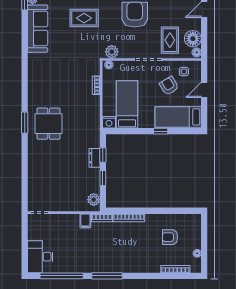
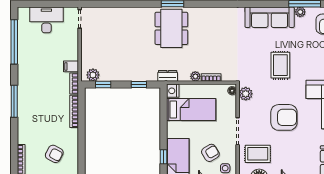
plant: (95, 100) -> (195, 76), added
dining table: (48, 124) -> (171, 28), width x1.38
window: (161, 131) -> (164, 157), moved
dresser: (95, 158) -> (168, 76), moved
window: (103, 178) -> (103, 85), moved
armchair: (170, 237) -> (54, 154), turned 118
desk: (40, 257) -> (46, 20), moved
window: (107, 276) -> (14, 101), moved

